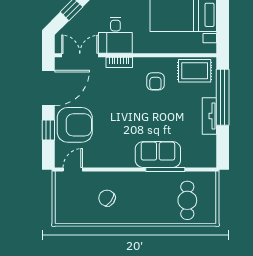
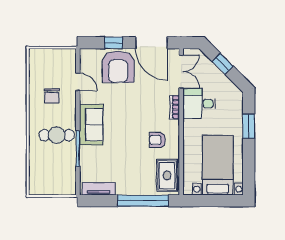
tv unit: (209, 116) -> (99, 189), moved
sofa: (158, 155) -> (91, 125), moved
door: (73, 169) -> (78, 82), moved
chair: (107, 198) -> (52, 96), turned 144
cafe table: (187, 200) -> (57, 135), moved

